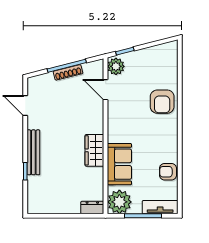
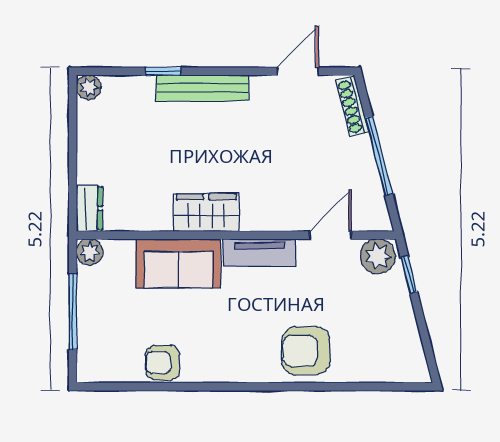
shoe rack: (68, 72) -> (352, 106), moved
armchair: (168, 172) -> (163, 363), turned -90
plant: (119, 202) -> (90, 252), width x0.53, depth x0.53
tv unit: (160, 207) -> (259, 253), moved, turned 90
plant: (33, 208) -> (89, 87), added

